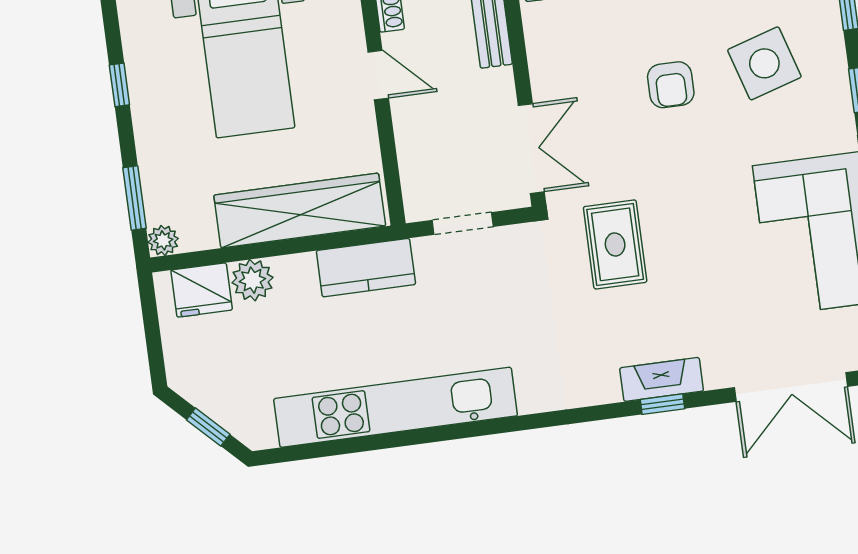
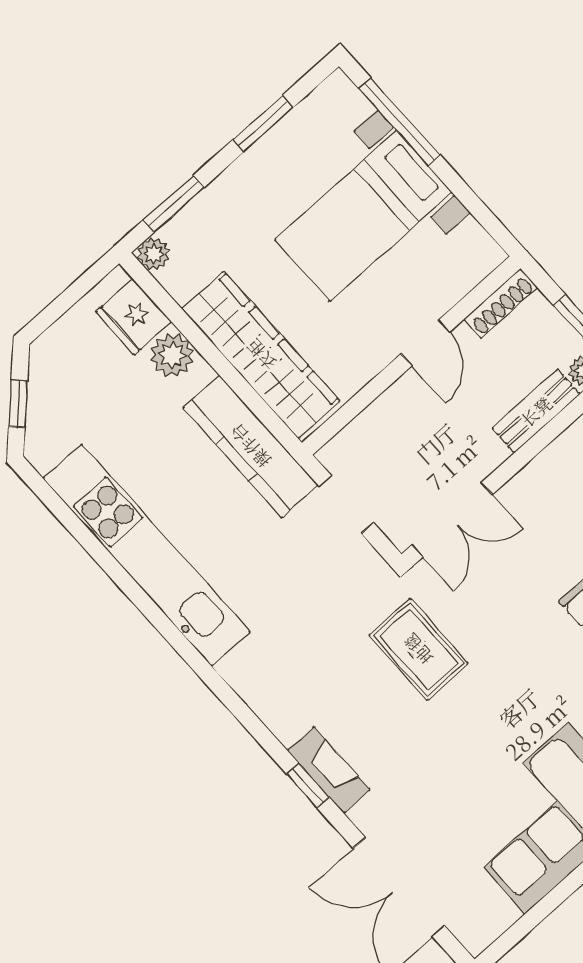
window: (119, 85) -> (263, 124), width x1.50
rug: (615, 244) -> (418, 649), turned 90
kitchen counter: (366, 268) -> (250, 446), width x1.50

